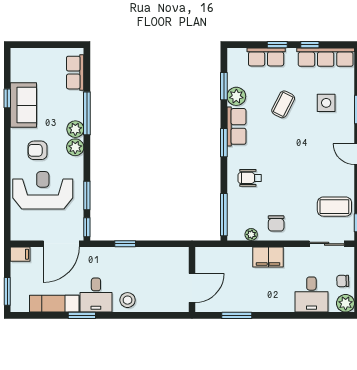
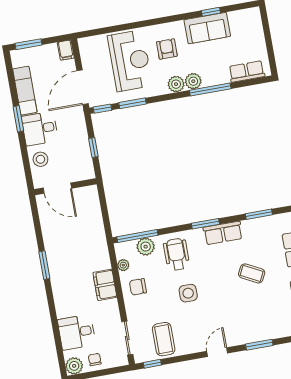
plant: (236, 96) -> (146, 247), moved
side table: (326, 103) -> (188, 293), moved
wheelchair: (250, 178) -> (176, 254), width x1.36, depth x1.37
door: (61, 244) -> (83, 87), hinge flipped
wall: (192, 280) -> (65, 187), moved
door: (192, 288) -> (57, 188), moved

